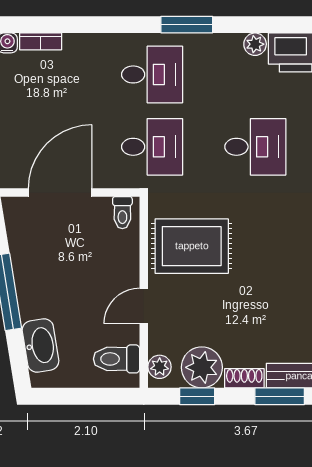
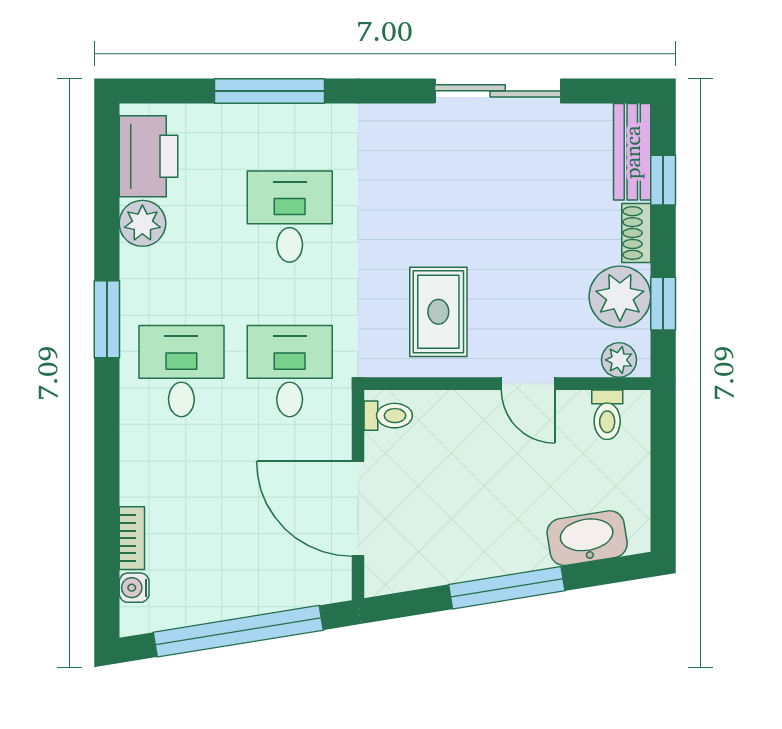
plant: (255, 44) -> (142, 223), width x1.38, depth x1.38
rug: (192, 246) -> (438, 312), width x0.73, depth x0.70
toilet: (116, 359) -> (607, 415), width x0.73, depth x0.72
window: (280, 396) -> (663, 180), width x0.67

